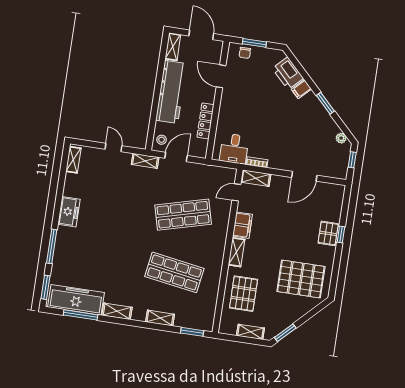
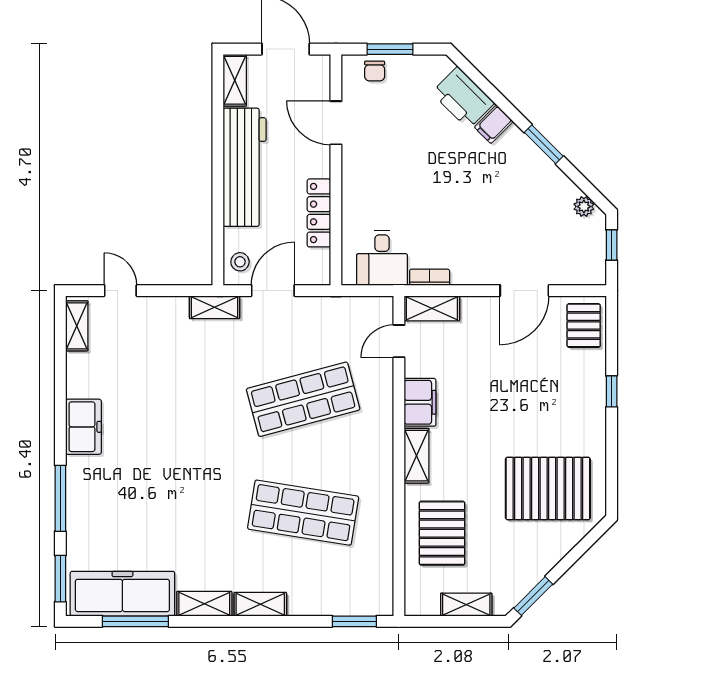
door: (113, 147) -> (120, 291), moved
pallet: (328, 233) -> (584, 325), moved
shelving: (160, 318) -> (260, 604), moved

